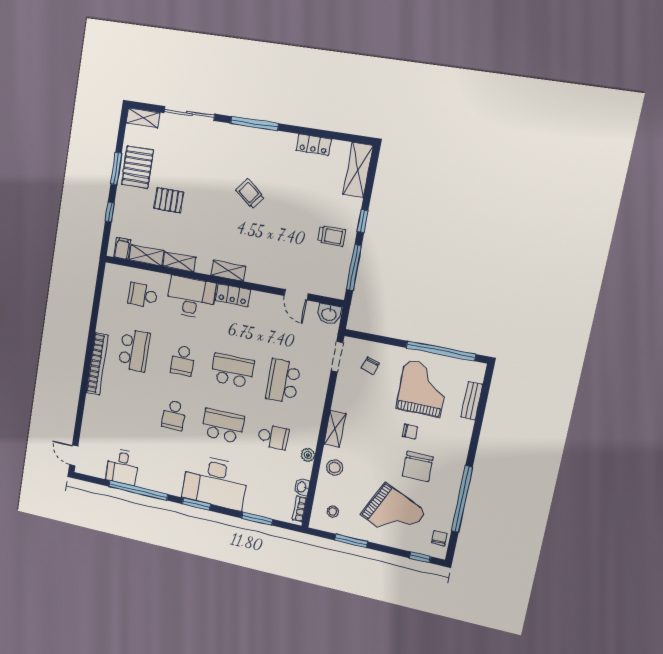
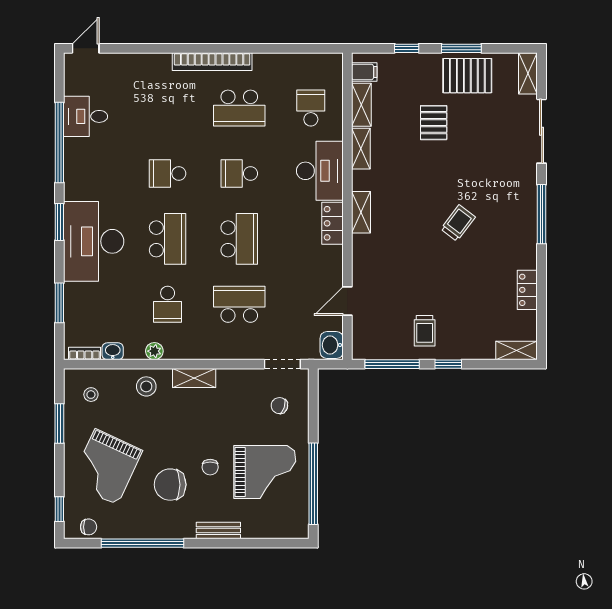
shelving: (358, 170) -> (517, 350), width x0.67, depth x0.75
bench: (472, 401) -> (218, 531), moved

